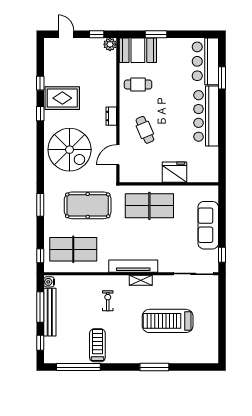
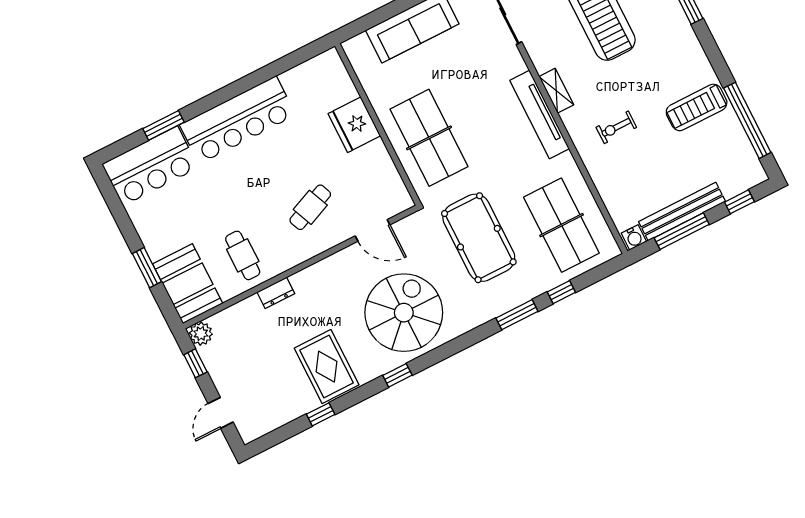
window: (40, 114) -> (397, 375), moved
dresser: (111, 116) -> (276, 293), moved
window: (40, 256) -> (561, 292), moved

